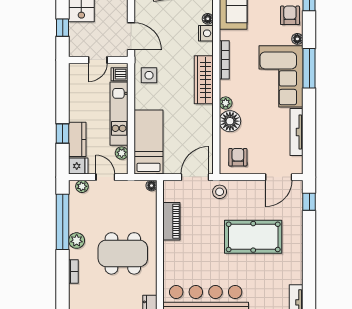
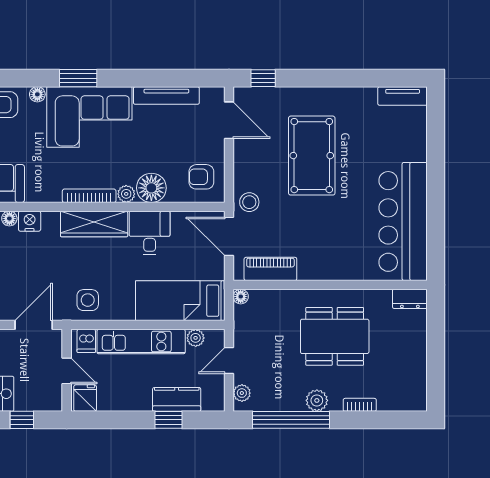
bookcase: (224, 60) -> (89, 196), moved
window: (309, 68) -> (78, 78), width x0.69
desk: (197, 120) -> (150, 233), added
fridge: (78, 166) -> (85, 398), moved
piano: (171, 221) -> (270, 269), moved
dining table: (123, 253) -> (335, 336), turned 90

